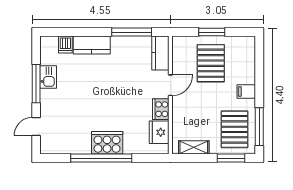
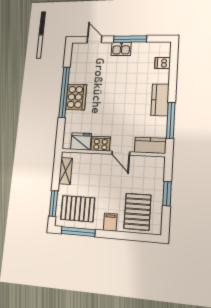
kitchen counter: (92, 45) -> (160, 100), moved
pallet: (211, 63) -> (137, 212), moved, turned 90
kitchen sink: (48, 77) -> (121, 49), moved

